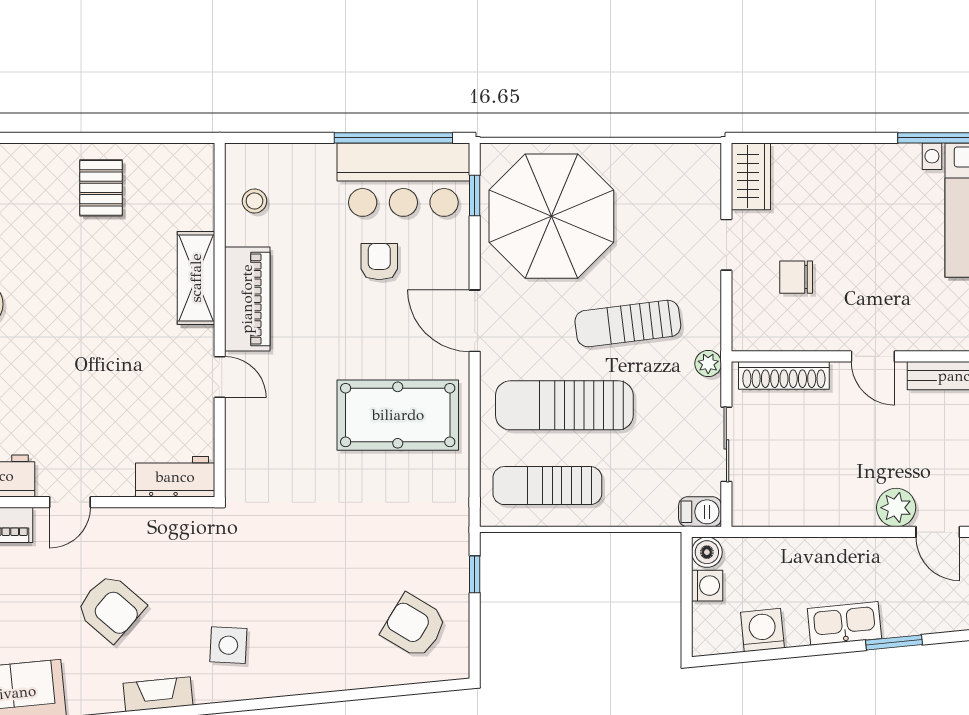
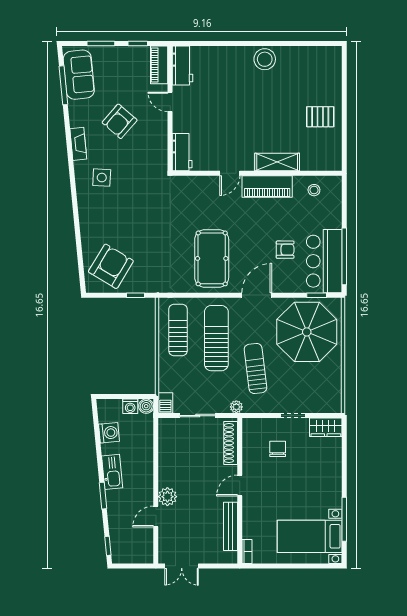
armchair: (414, 626) -> (111, 266), width x1.36, depth x1.36

